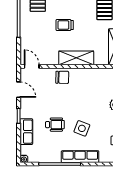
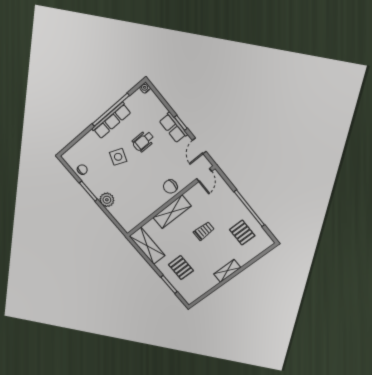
door: (32, 66) -> (204, 175), hinge flipped
door: (19, 90) -> (199, 146), hinge flipped
row of seats: (26, 132) -> (173, 128), moved
row of seats: (80, 157) -> (111, 121), moved

